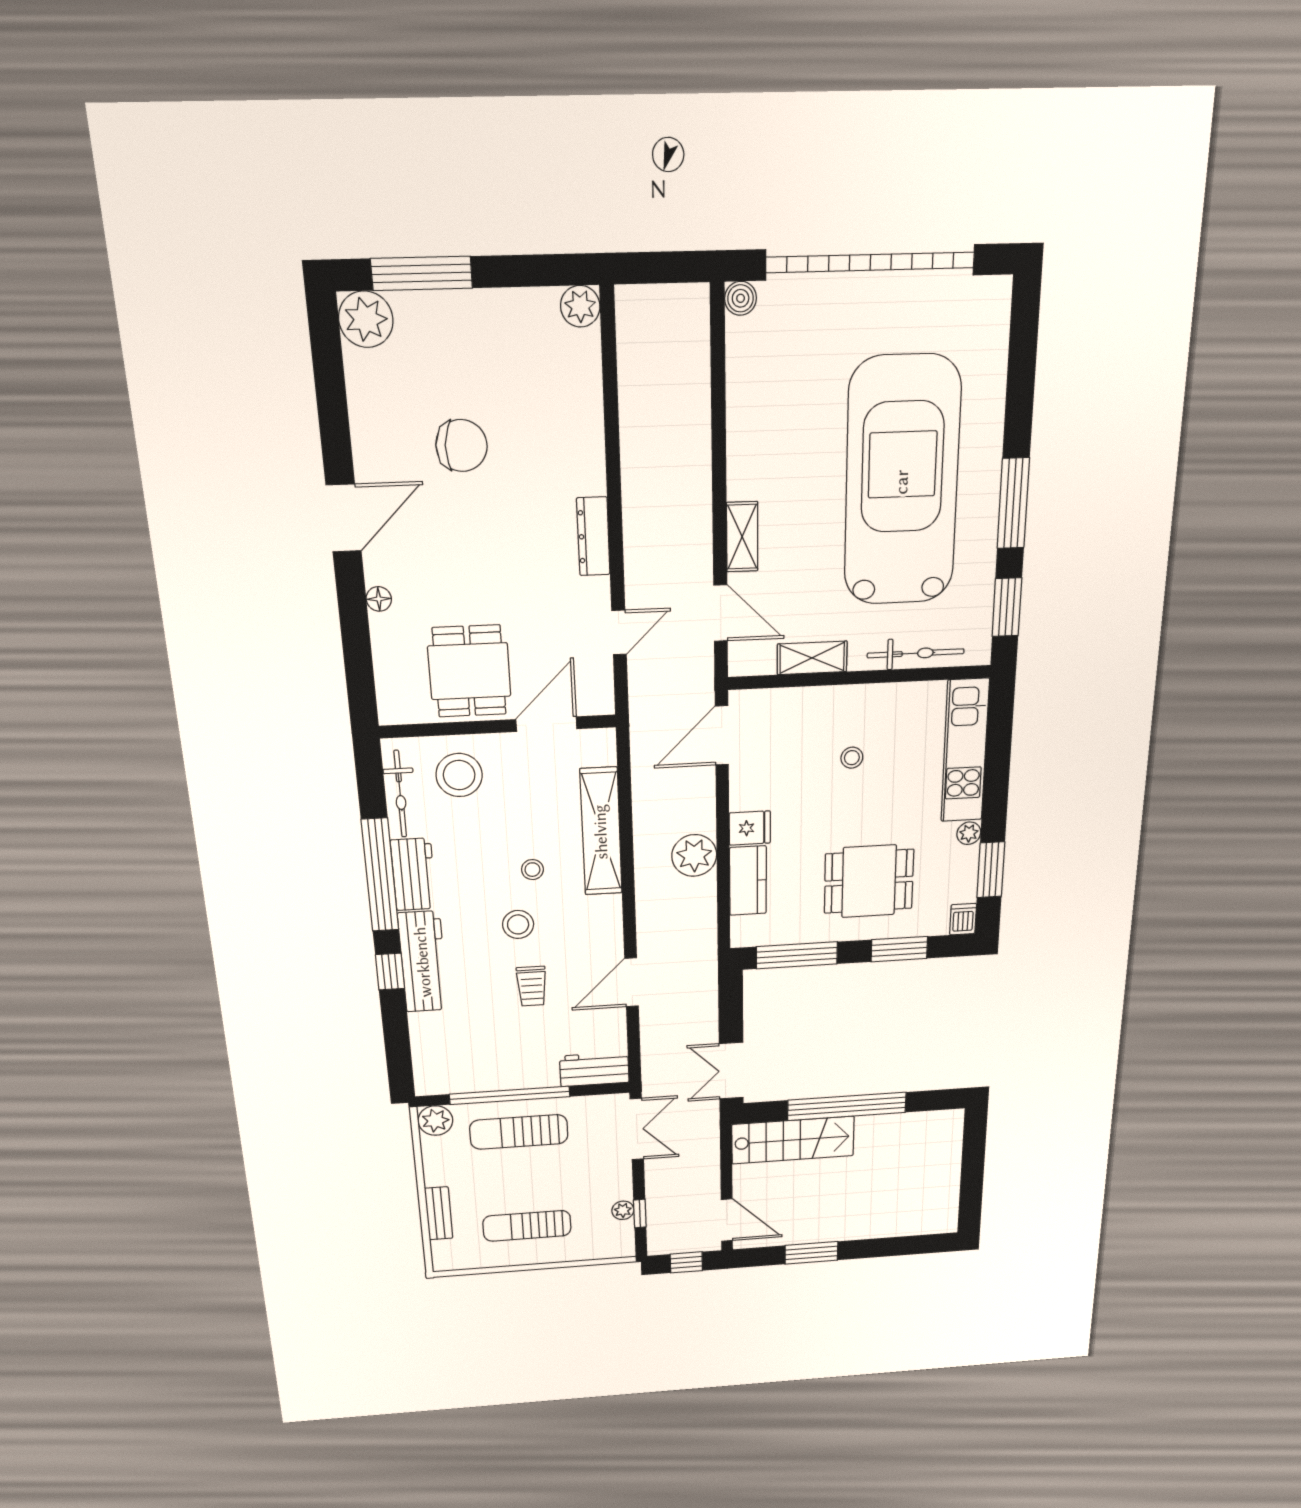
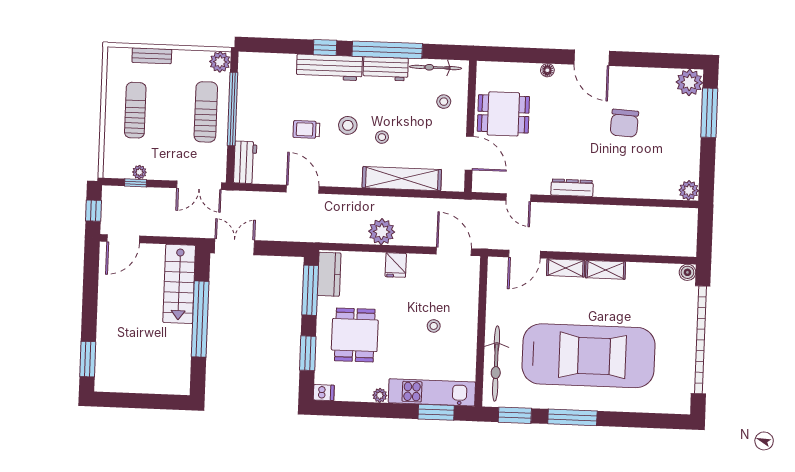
bicycle: (916, 653) -> (496, 363), width x1.37, depth x1.40
shelving: (812, 658) -> (606, 270), moved, turned 90
stool: (459, 775) -> (444, 102), width x0.53, depth x0.53
window: (991, 870) -> (436, 412), moved
kitchen counter: (748, 881) -> (329, 274), moved, turned -90
window: (811, 1253) -> (88, 359), moved

